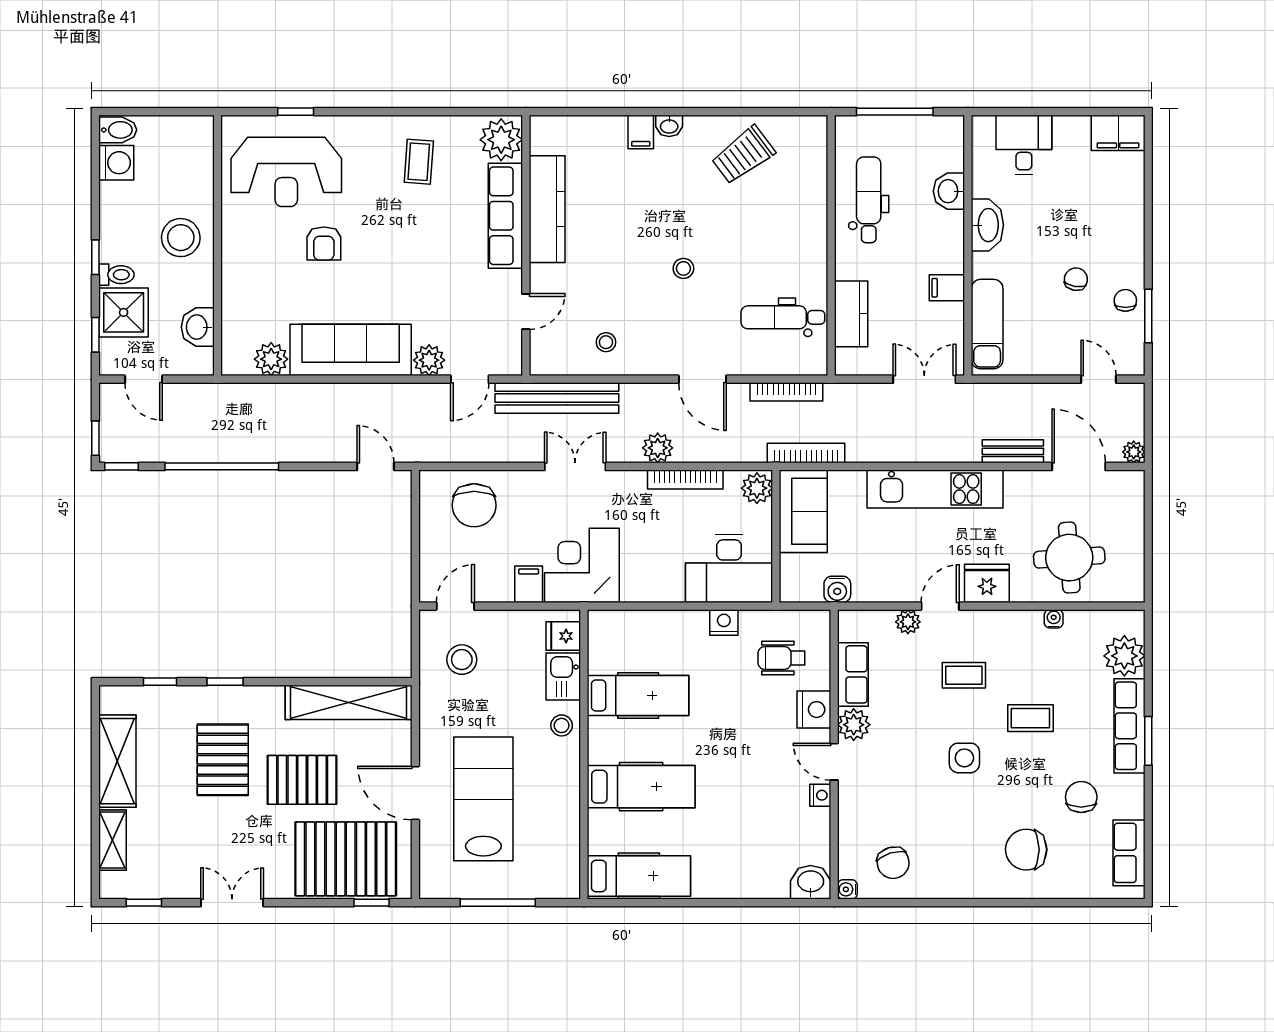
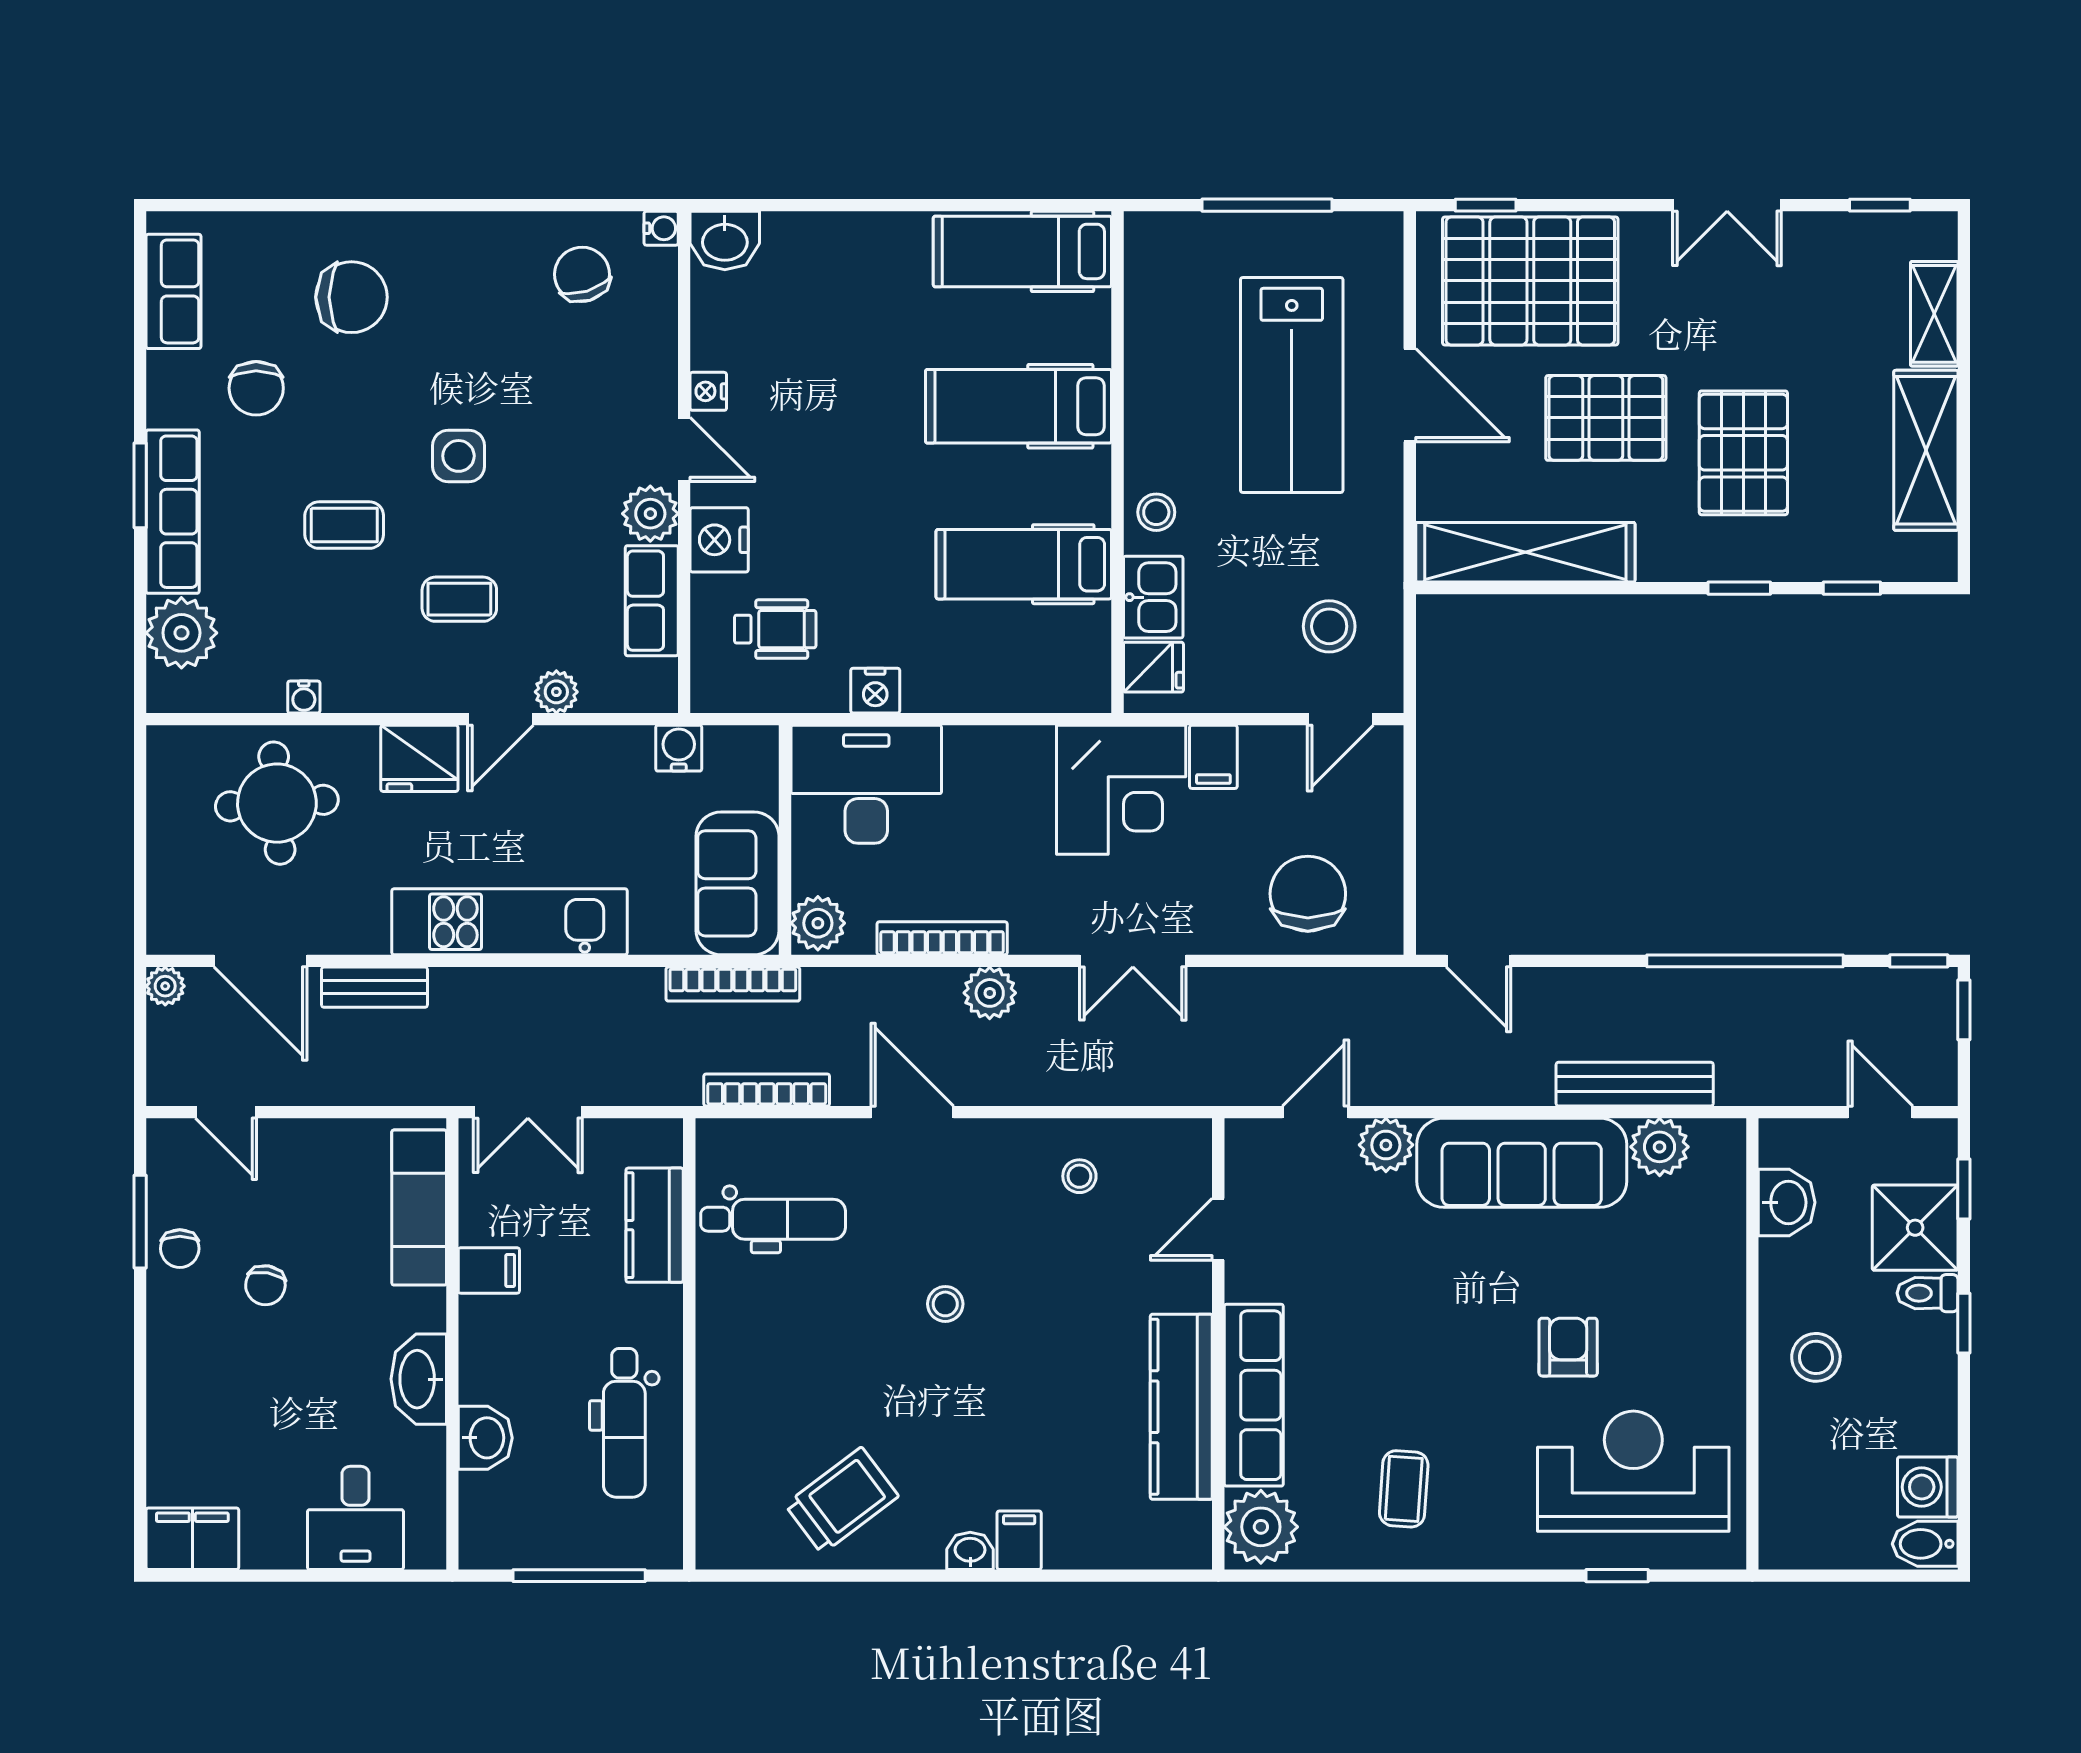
stool: (181, 238) -> (1816, 1357), width x0.73, depth x0.73
bench: (557, 398) -> (1635, 1084), moved, width x0.73, depth x0.82

